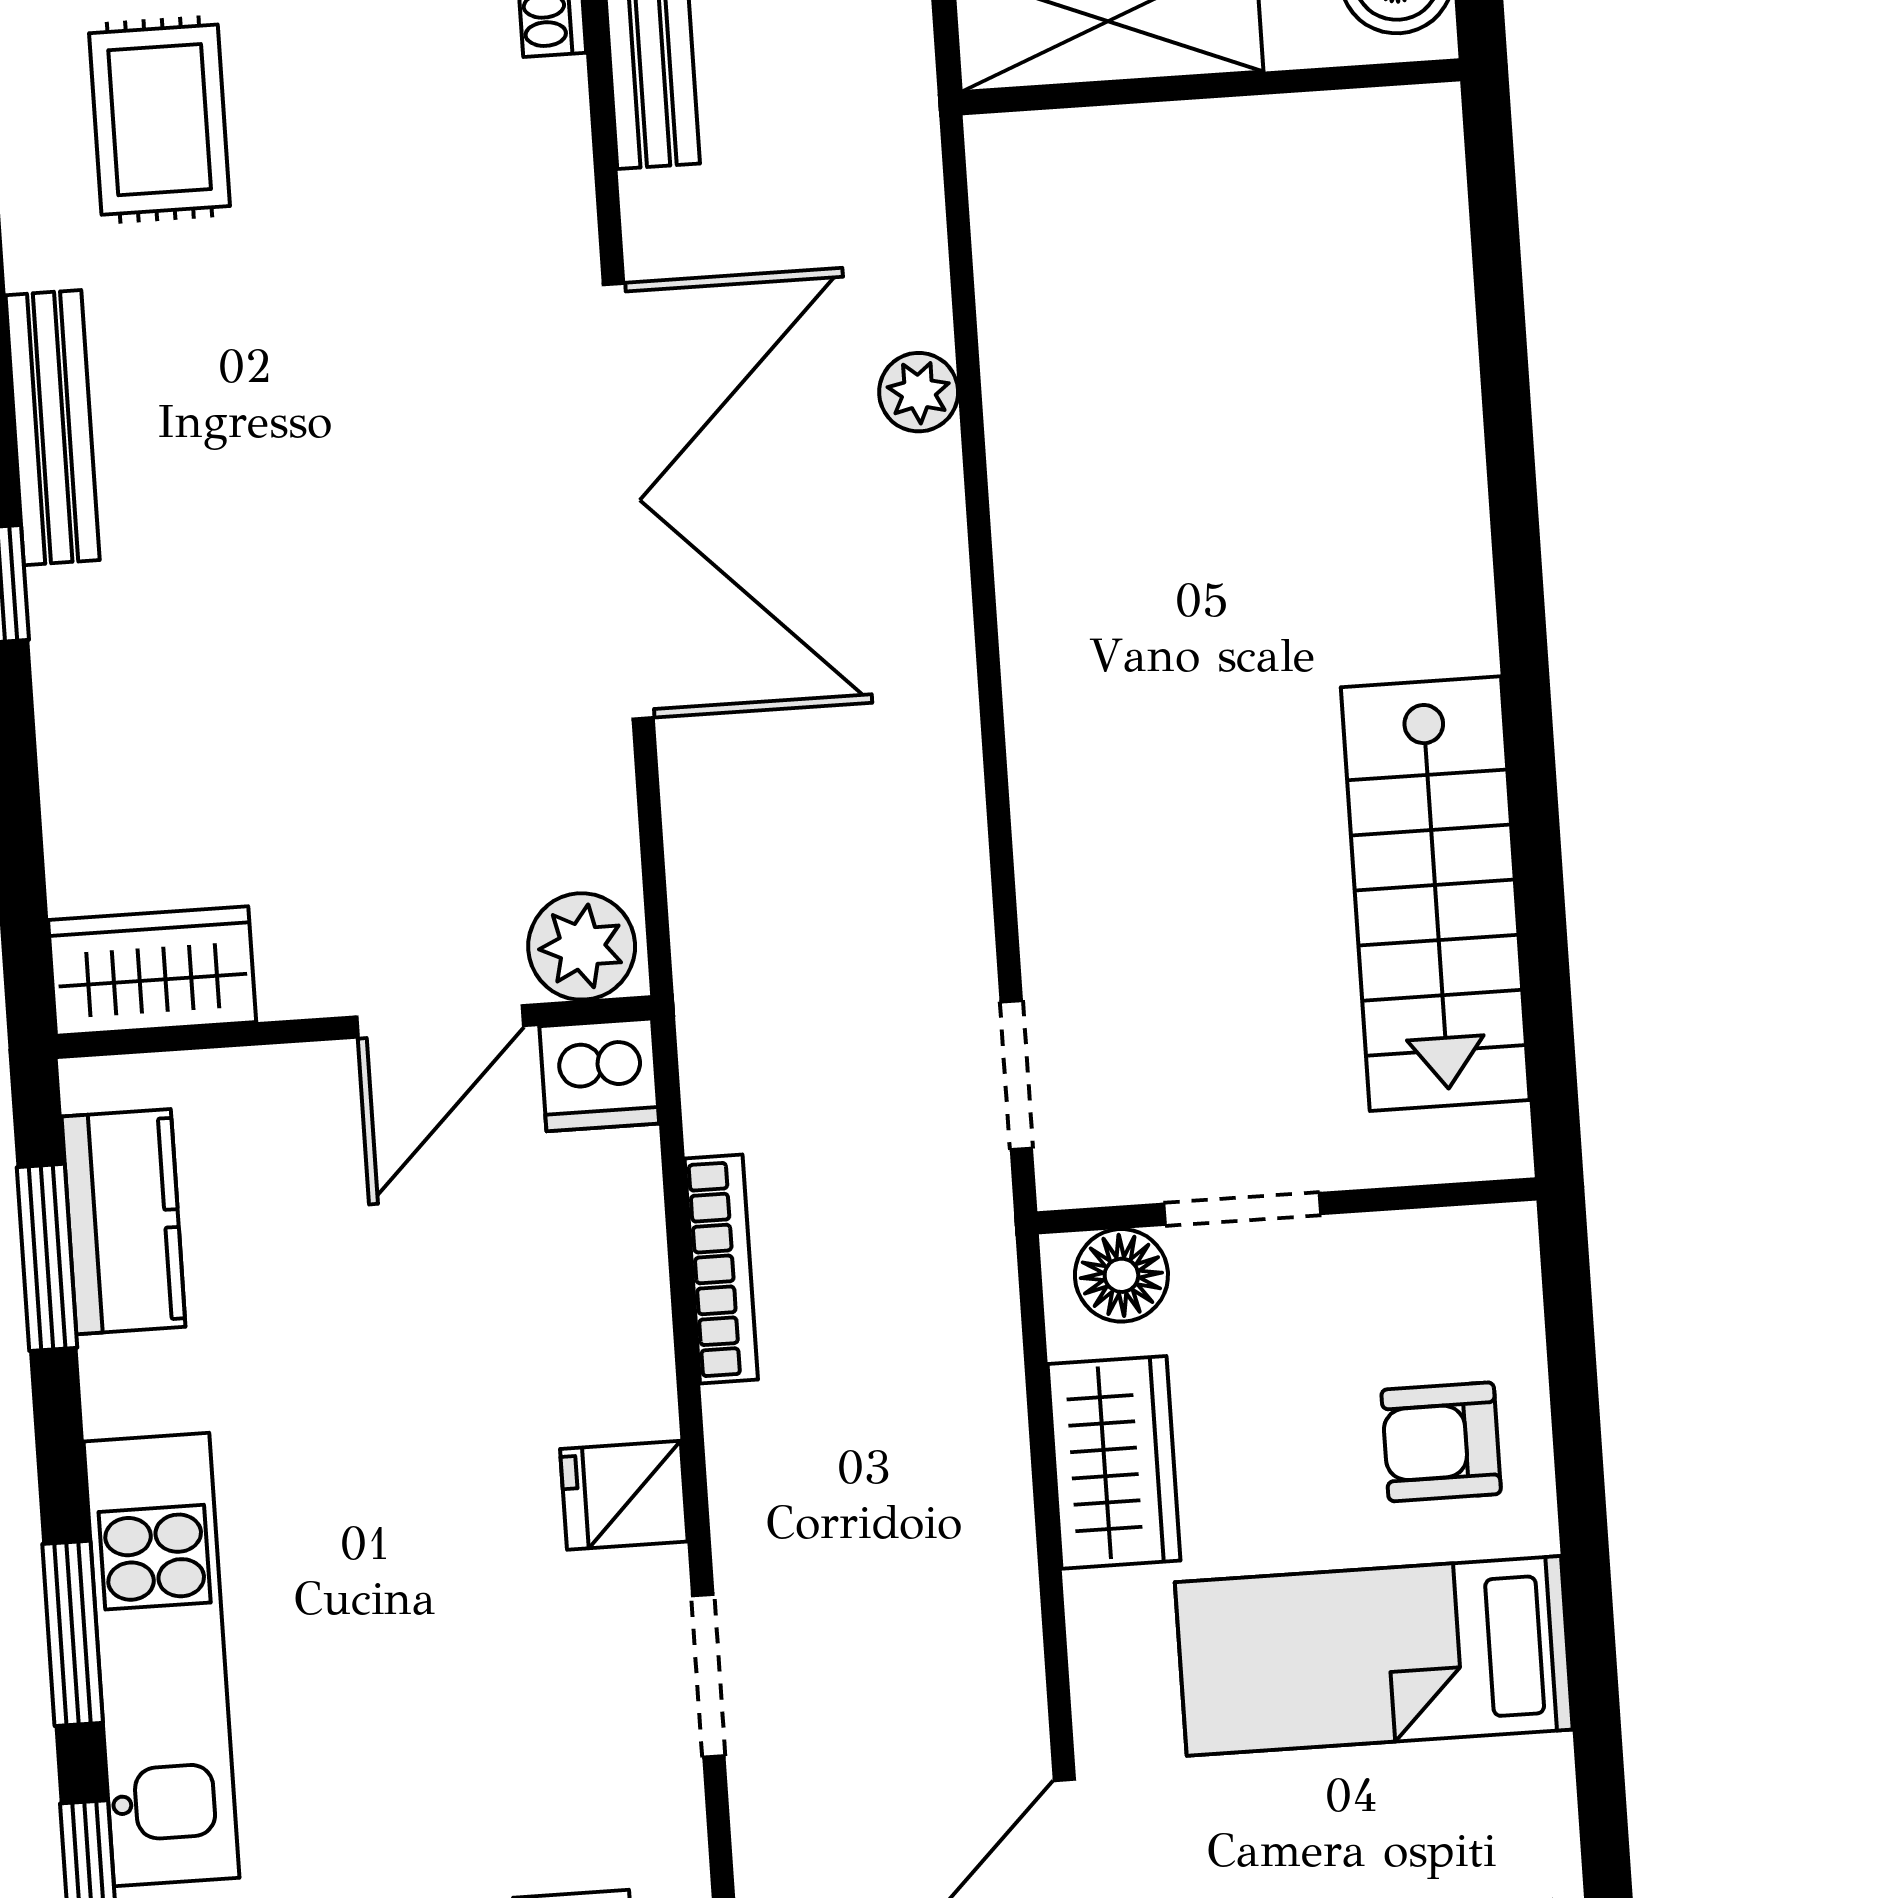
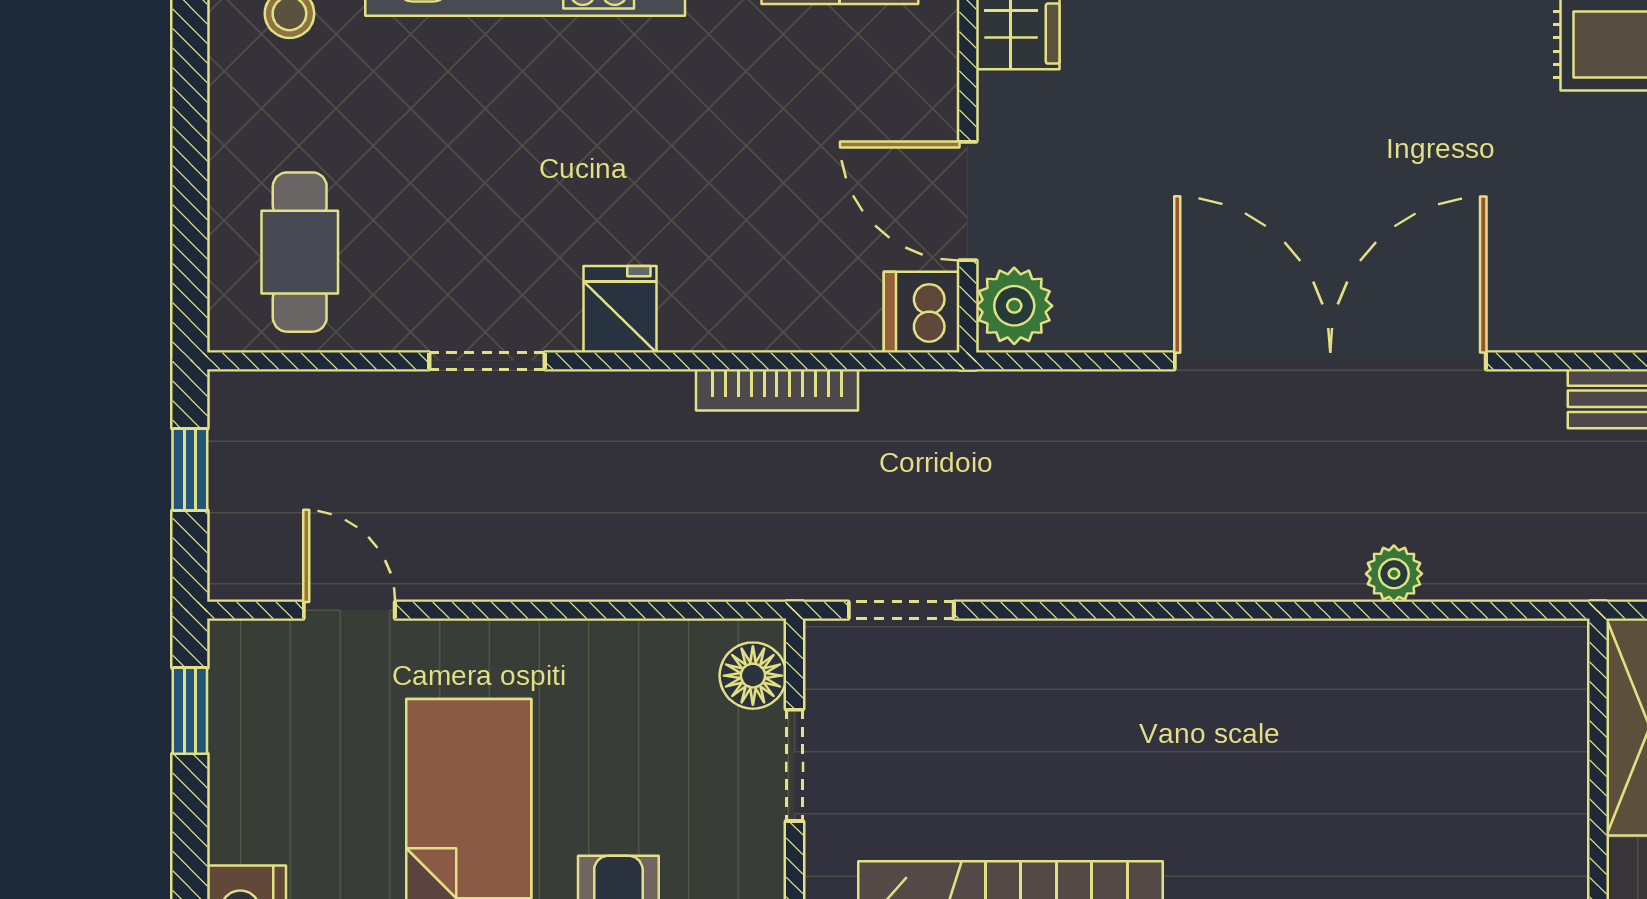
double door: (628, 501) -> (1330, 361), swing flipped
wardrobe: (1114, 1462) -> (620, 661), removed

